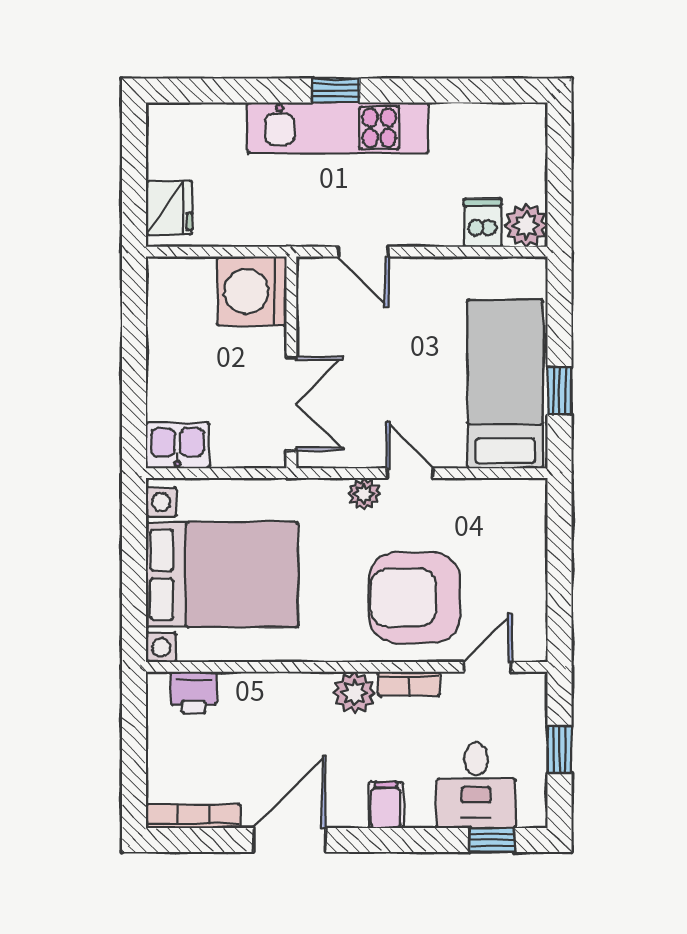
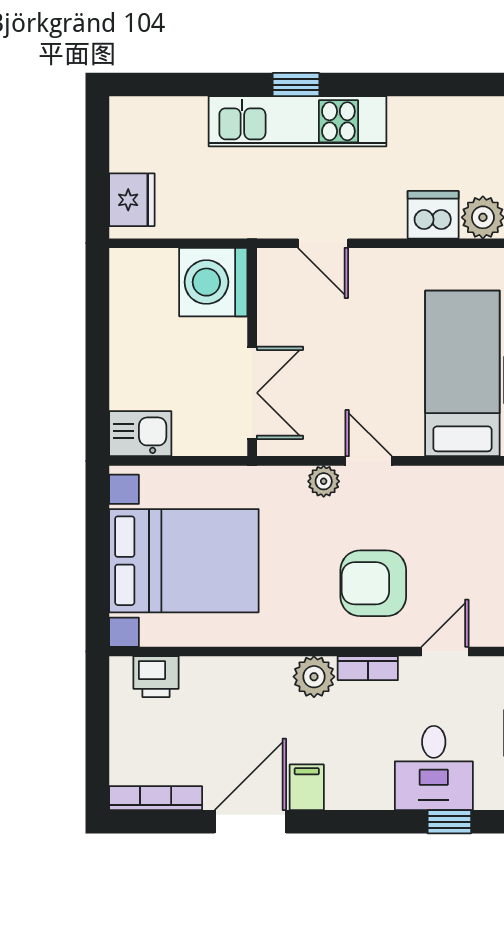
dishwasher: (483, 223) -> (433, 215), width x1.38
armchair: (415, 598) -> (373, 583), width x0.73, depth x0.73
filing cabinet: (386, 805) -> (307, 787), moved

